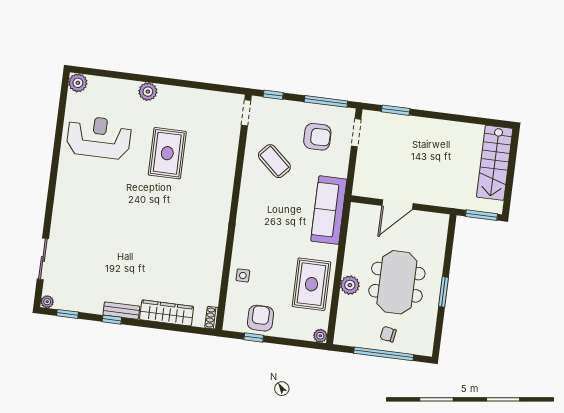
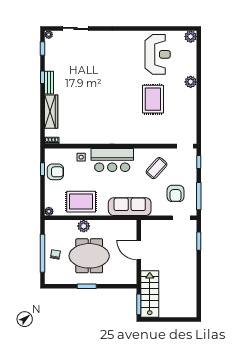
rug: (167, 153) -> (153, 99), turned 90
stairs: (495, 163) -> (150, 294), moved, turned 90
bar counter: (253, 228) -> (112, 160), added

